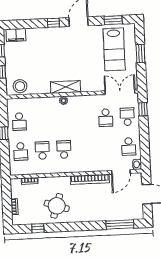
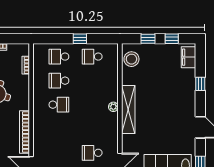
window: (53, 23) -> (200, 84), moved
shelving: (65, 87) -> (128, 110), width x1.47
school desk: (42, 150) -> (59, 81), turned 180

